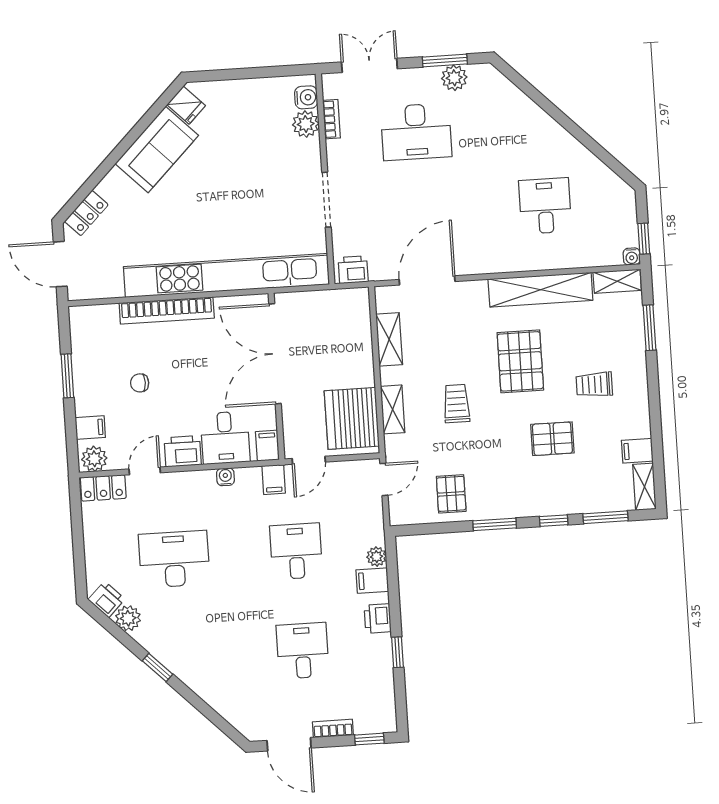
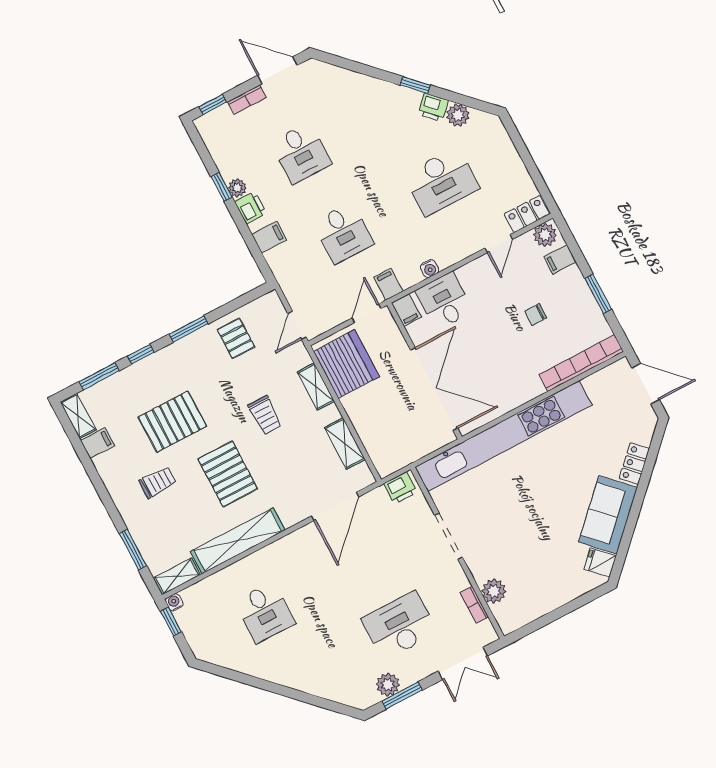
water cooler: (306, 97) -> (503, 614), removed
locker: (86, 213) -> (634, 464), moved
bookcase: (167, 310) -> (581, 363), moved
chair: (140, 383) -> (536, 315), turned 180
pallet: (552, 439) -> (172, 422), width x1.50, depth x1.42
printer: (183, 451) -> (475, 274), removed
plant: (377, 557) -> (237, 188), moved
printer: (107, 599) -> (433, 107), moved

